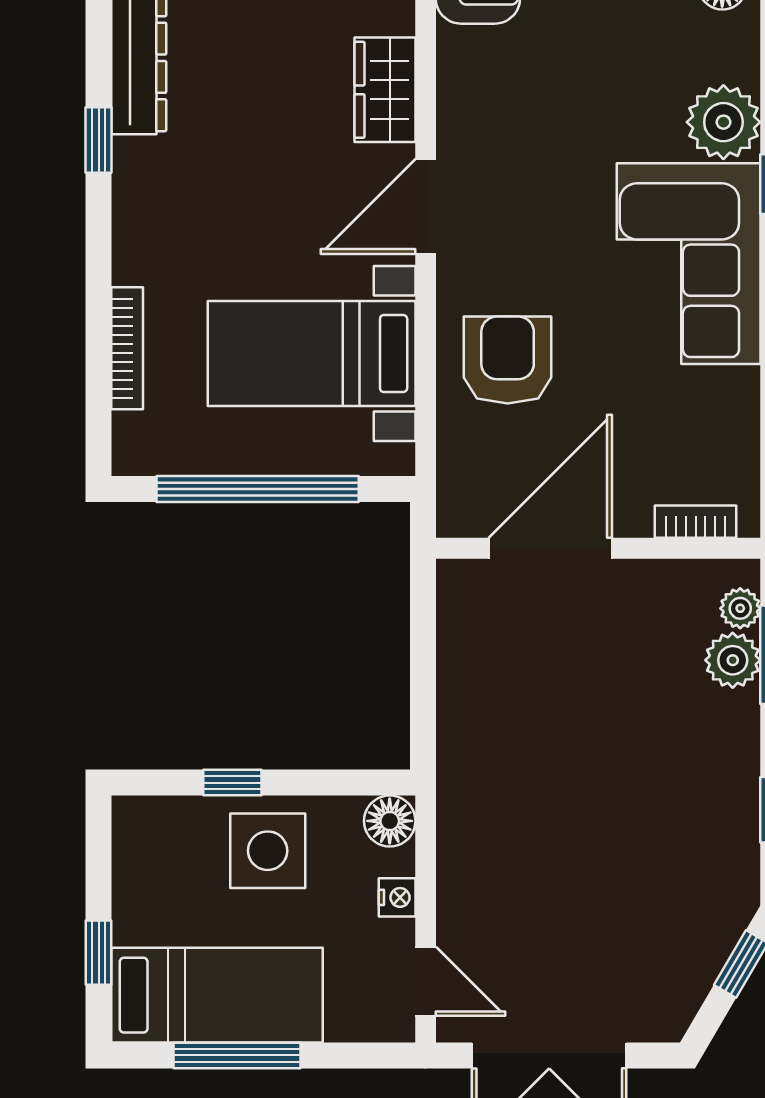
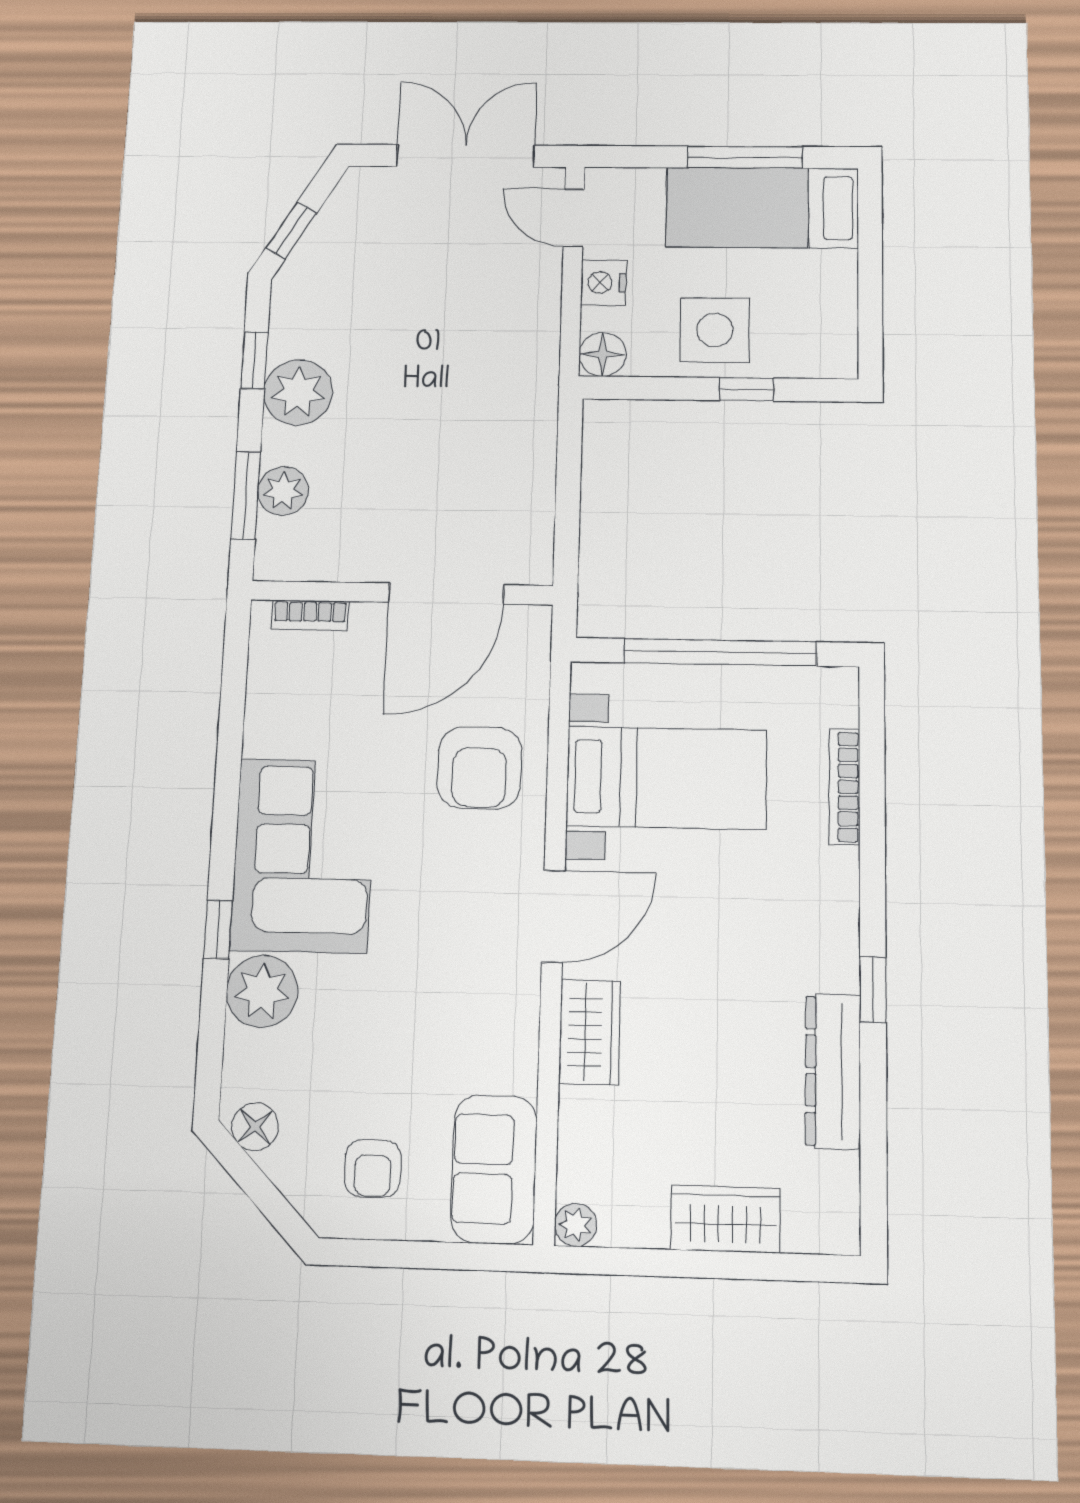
plant: (740, 608) -> (298, 392), moved, width x1.88, depth x1.88
nightstand: (397, 897) -> (603, 283), width x1.39, depth x1.35
window: (99, 953) -> (870, 244), removed

